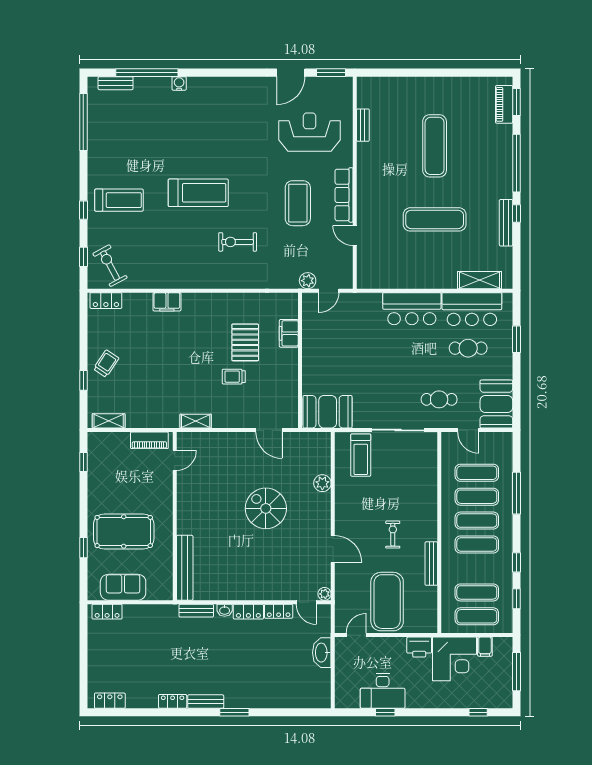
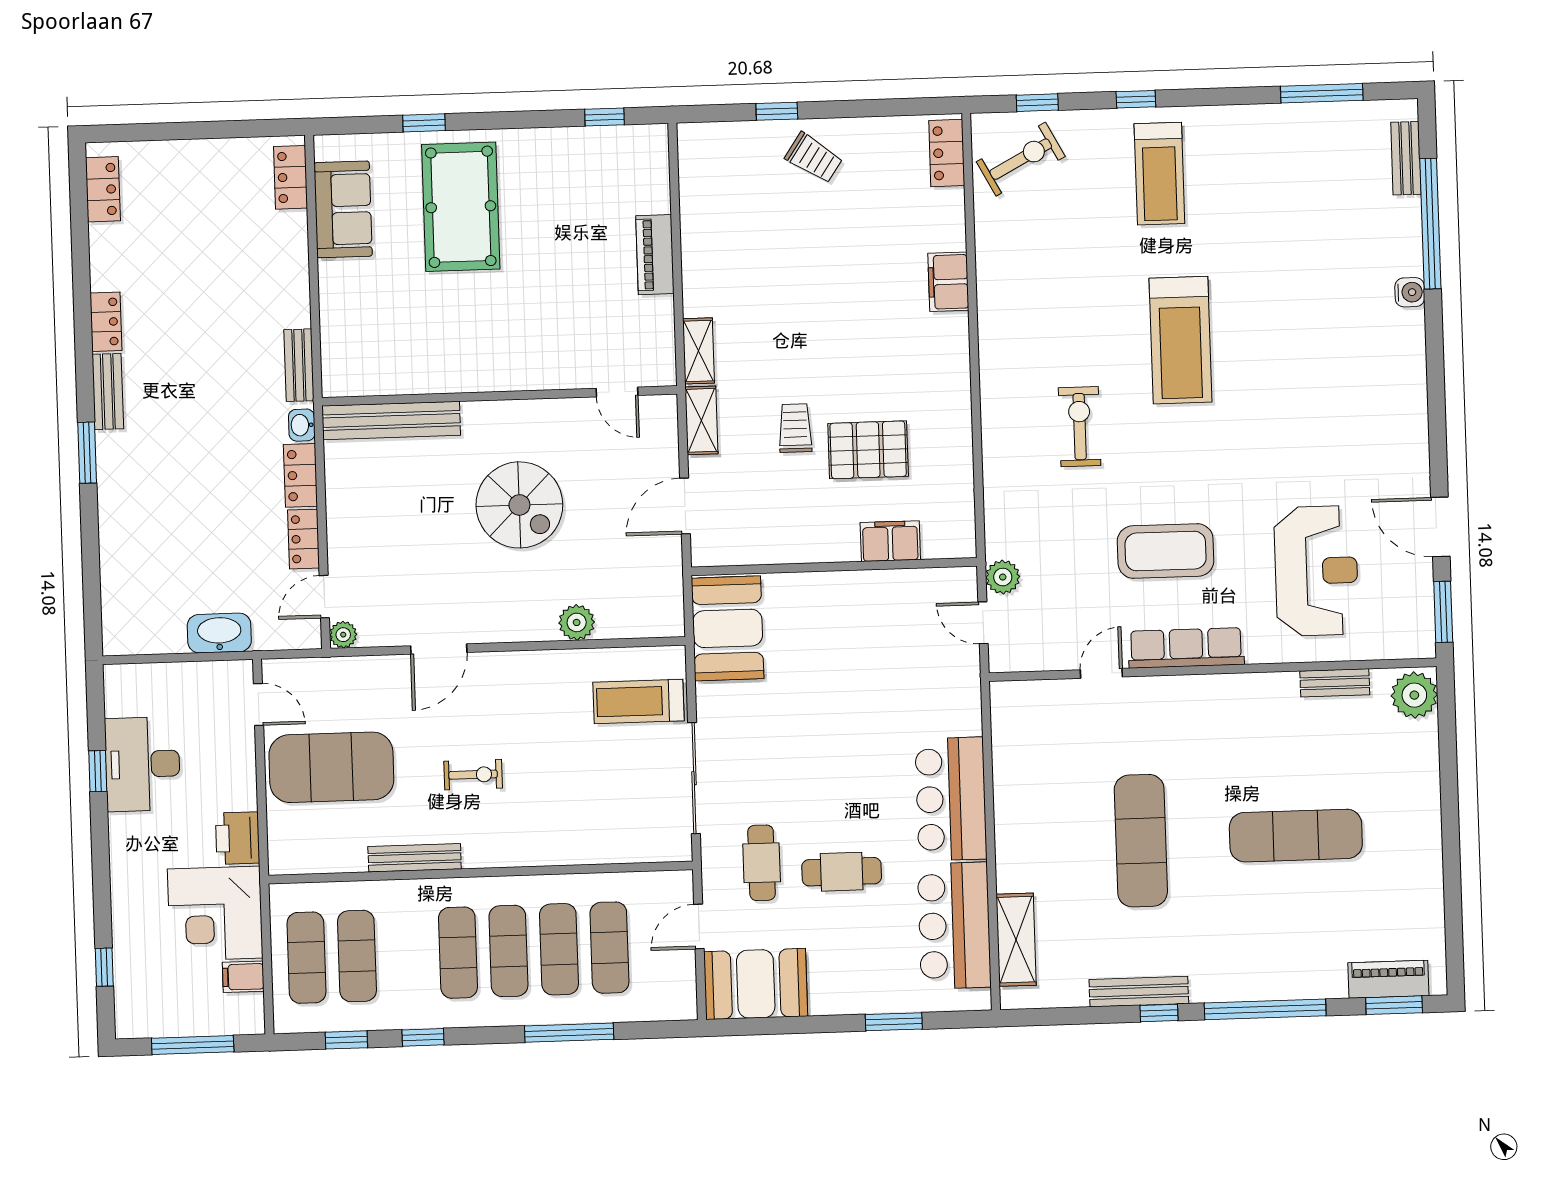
plant: (370, 88) -> (1414, 695), added
window: (83, 122) -> (1322, 93), width x0.68
cafe table: (468, 348) -> (842, 872), moved, turned 90
shelving: (109, 421) -> (701, 420), moved
door: (175, 460) -> (617, 392), moved
spiral stairs: (266, 508) -> (519, 505), turned 90
wall: (175, 516) -> (499, 396), moved
bench: (185, 568) -> (391, 420), moved

